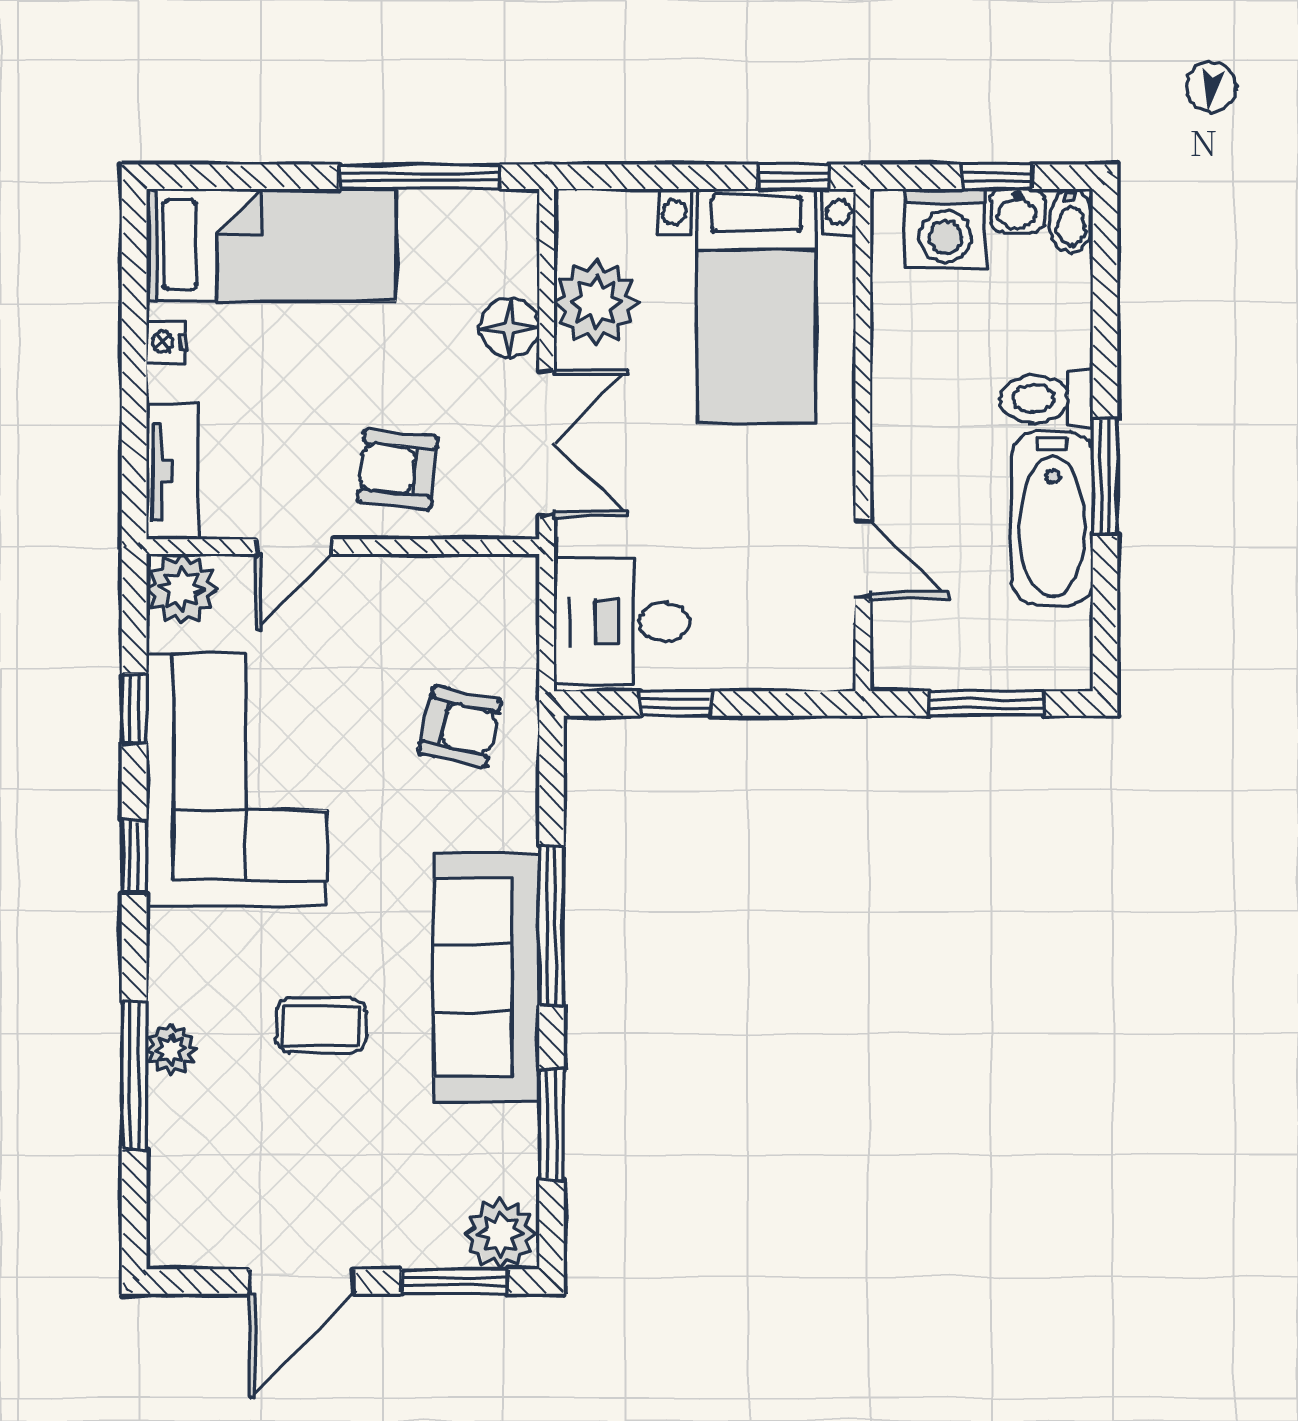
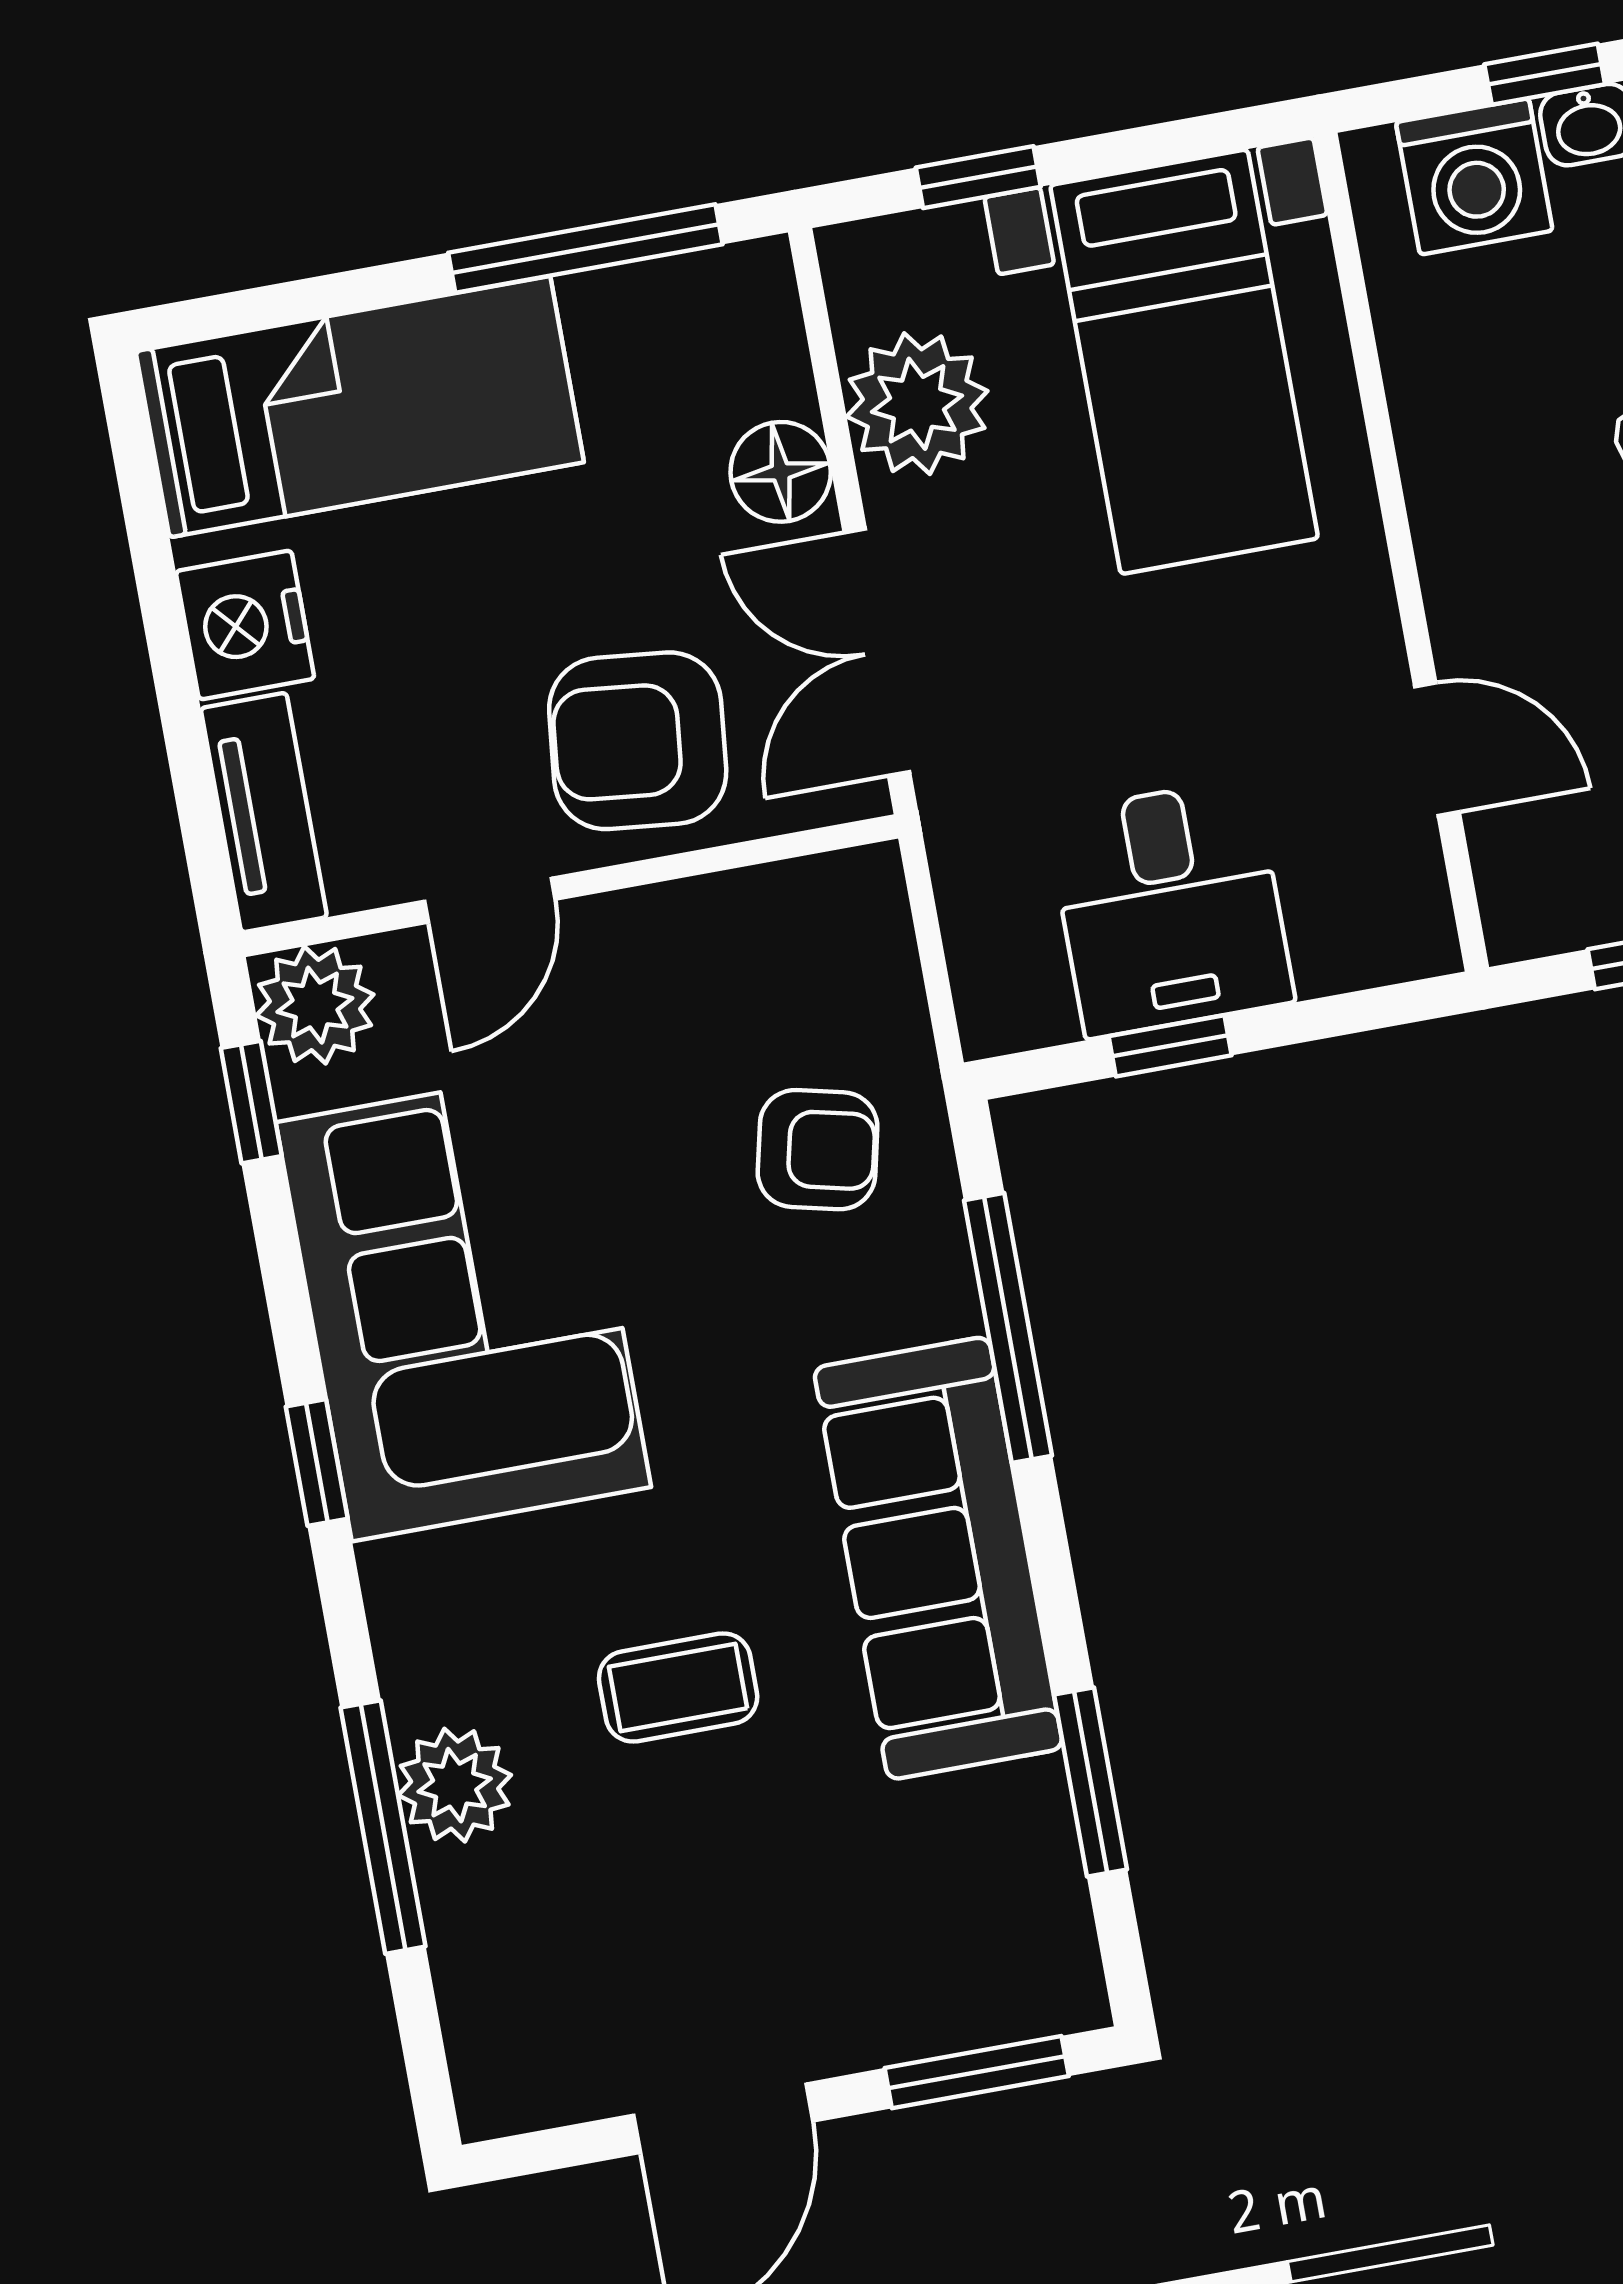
window: (793, 177) -> (978, 177), moved
nightstand: (166, 342) -> (245, 625), width x1.89, depth x1.79
double door: (547, 443) -> (877, 652), swing flipped
armchair: (398, 469) -> (638, 741), width x1.38, depth x1.38
desk: (622, 622) -> (1170, 908), moved, turned -90
window: (134, 708) -> (251, 1102), moved
window: (551, 926) -> (1008, 1328), moved
plant: (171, 1050) -> (455, 1785), width x1.38, depth x1.38
plant: (500, 1234) -> (1039, 1979), removed

